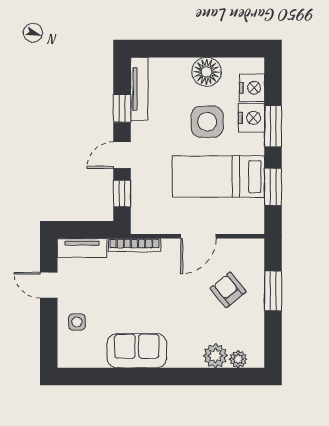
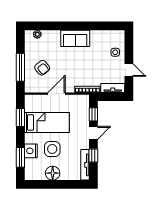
nightstand: (252, 88) -> (31, 165), removed
window: (273, 126) -> (20, 157), moved
window: (273, 291) -> (20, 67), width x1.44
sofa: (137, 351) -> (75, 38), moved
plant: (215, 356) -> (48, 36), removed

